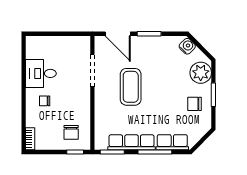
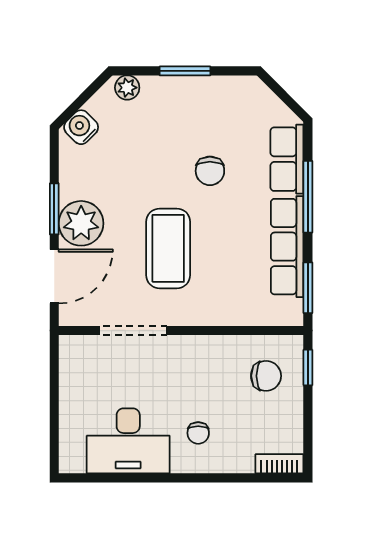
plant: (142, 46) -> (81, 223), added
desk: (41, 73) -> (128, 441), width x1.37
plant: (201, 73) -> (127, 88), width x0.53, depth x0.53
coffee table: (131, 87) -> (168, 248), turned 90
chair: (194, 104) -> (210, 171), moved

